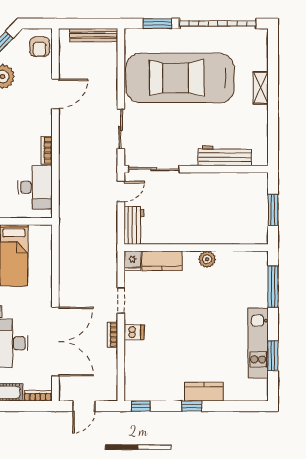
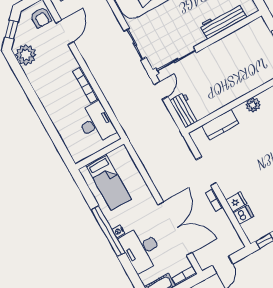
door: (55, 94) -> (65, 32), moved
bookcase: (47, 150) -> (86, 85), width x1.56
fridge: (132, 261) -> (236, 202), moved, turned -90
doorway: (121, 301) -> (206, 171), width x1.38
dishwasher: (134, 332) -> (243, 215), moved

